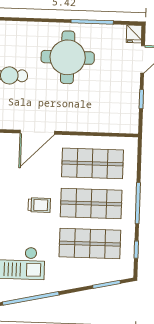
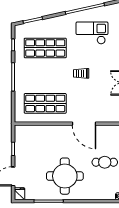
door: (37, 132) -> (84, 124), swing flipped
shop shelf: (91, 203) -> (45, 76), removed

